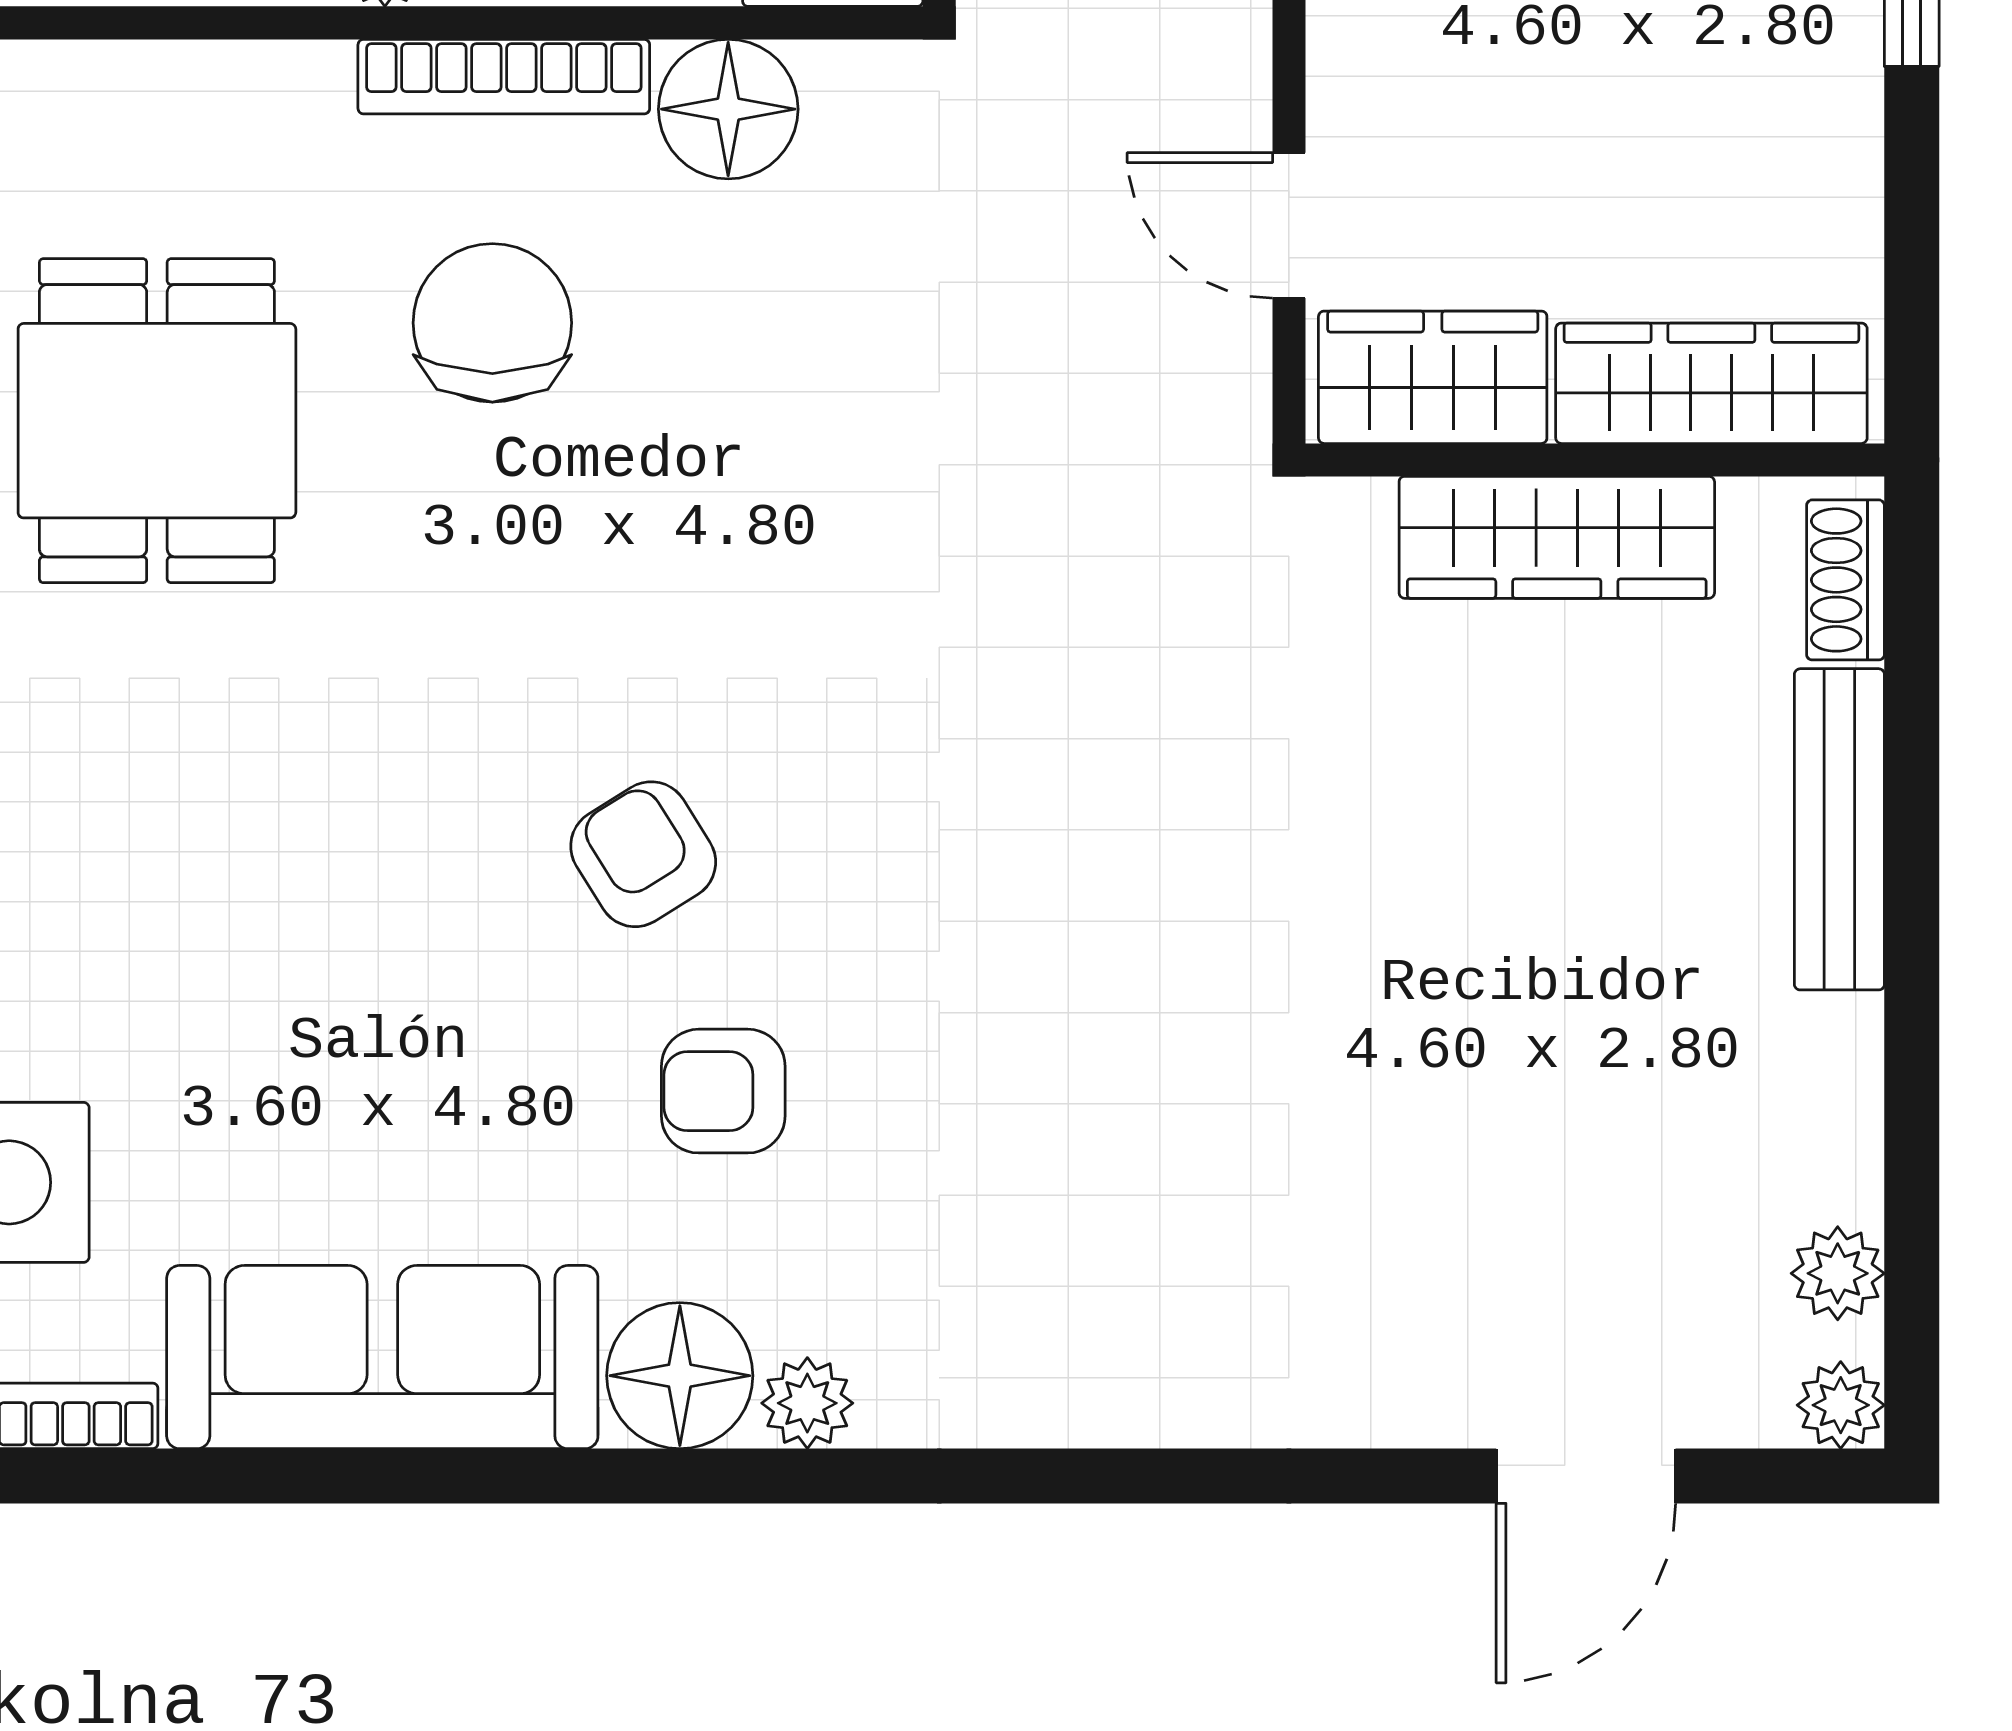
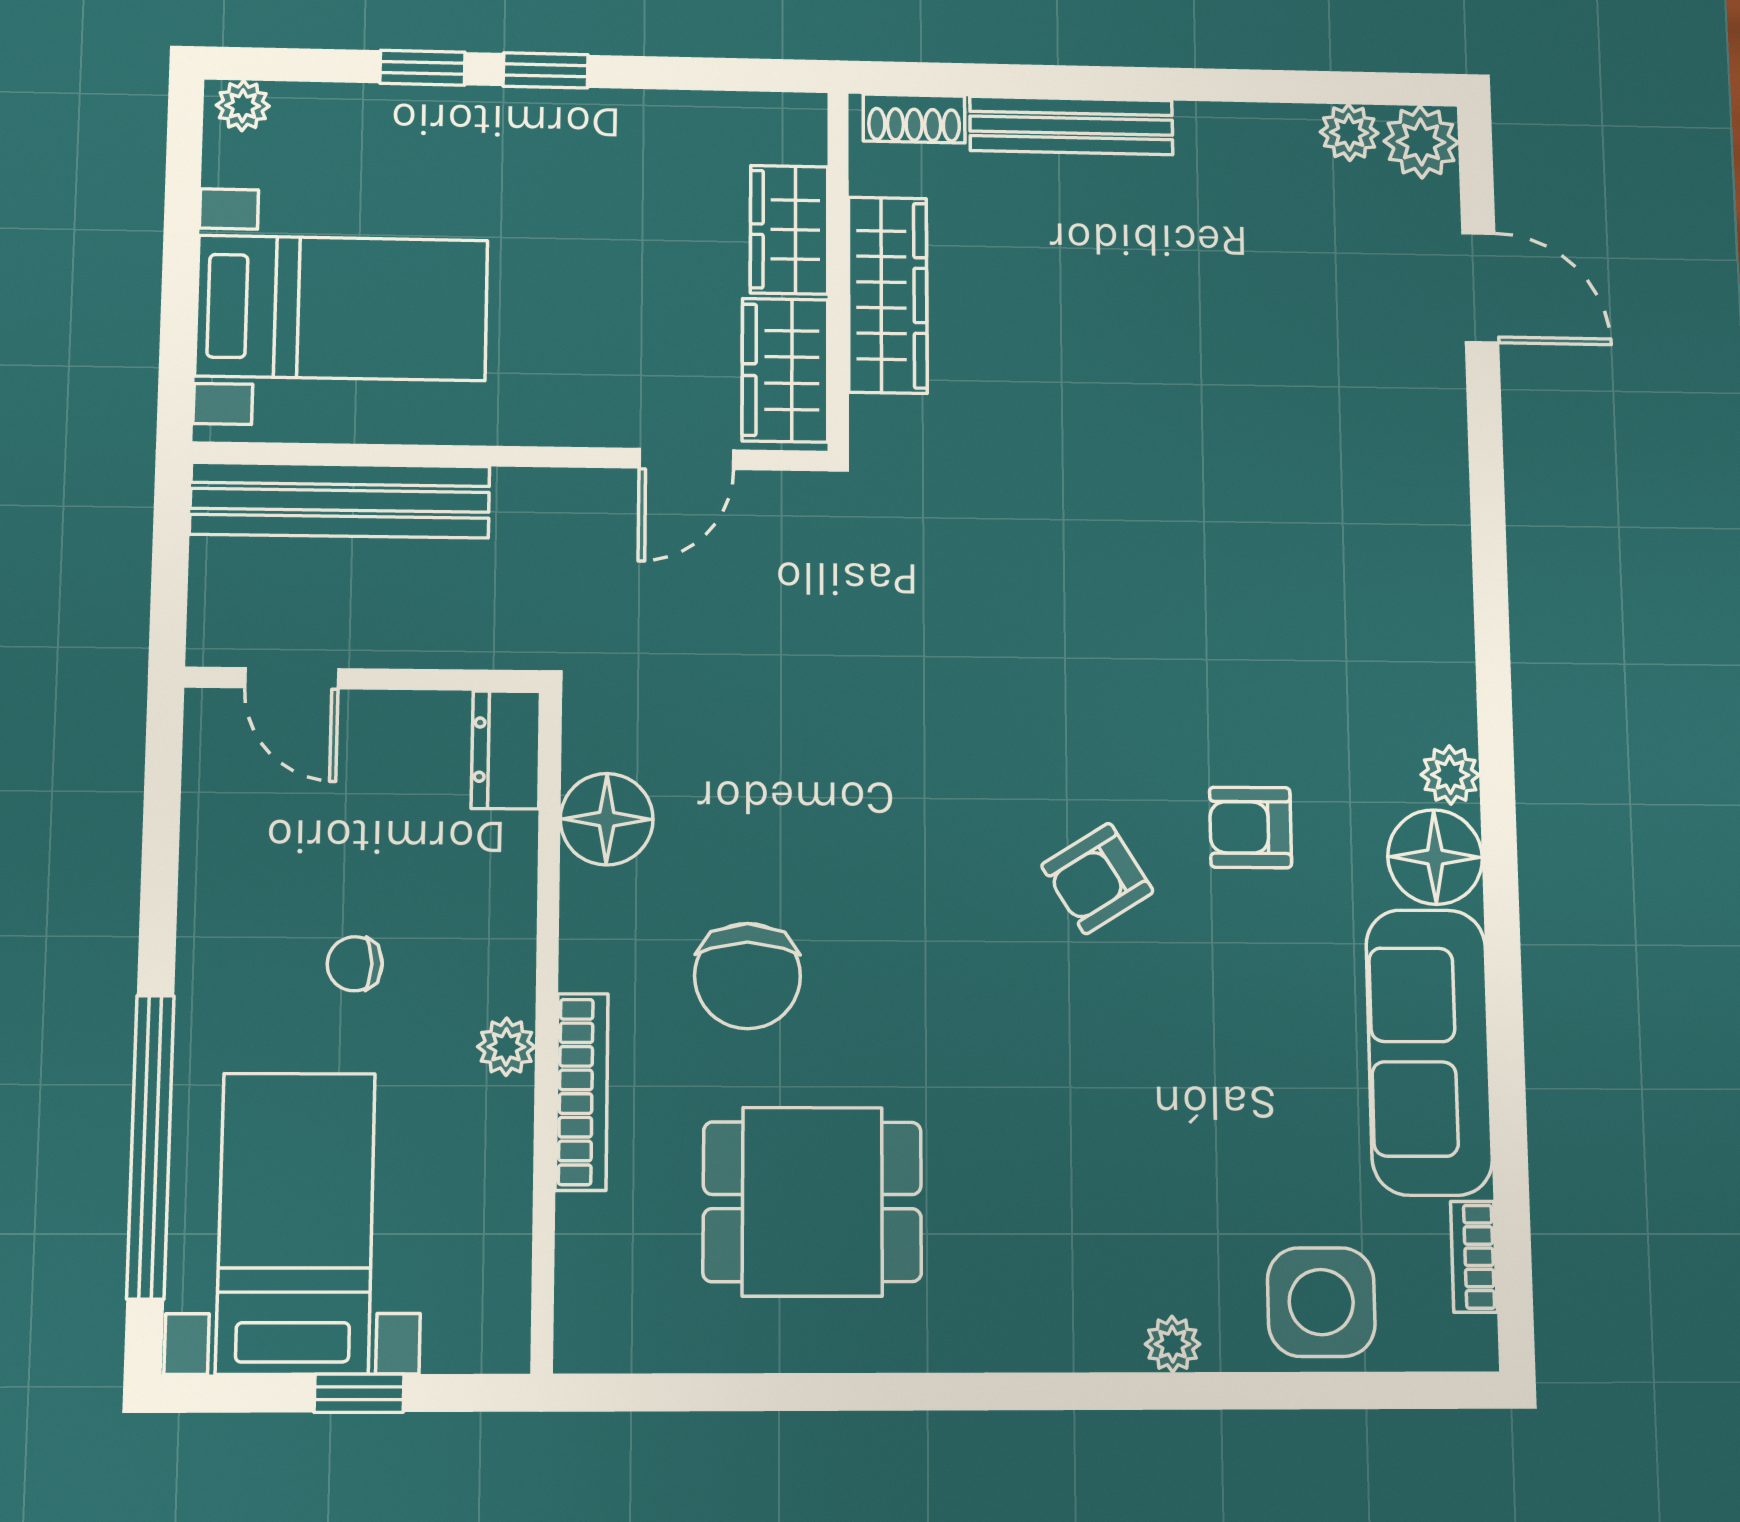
bookcase: (504, 77) -> (582, 1092), moved
chair: (492, 323) -> (748, 976), turned -90
wardrobe: (1711, 383) -> (789, 230), width x0.67
armchair: (723, 1091) -> (1251, 827), turned 90
plant: (1841, 1405) -> (1421, 142), width x1.38, depth x1.38

